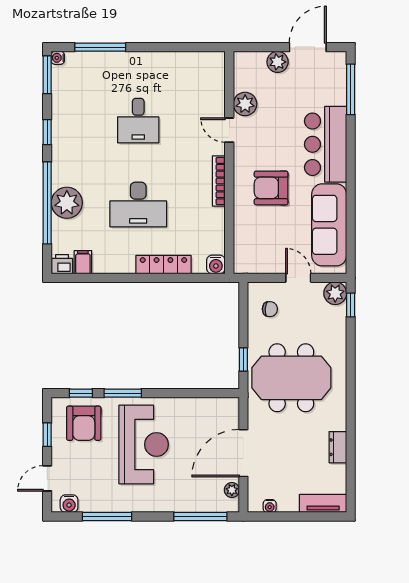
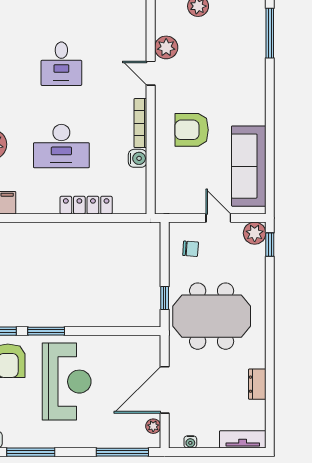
bar counter: (326, 144) -> (245, 87), removed
water cooler: (216, 264) -> (138, 158), moved, turned -90

